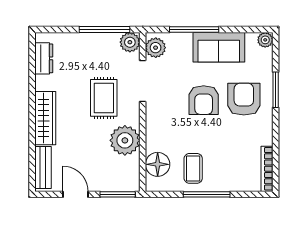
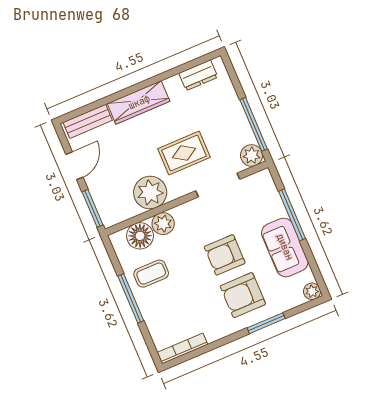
plant: (156, 48) -> (163, 224), moved
armchair: (244, 99) -> (243, 295), turned 180

